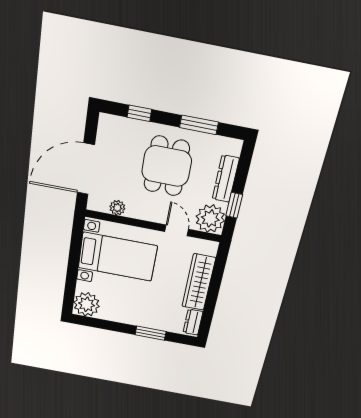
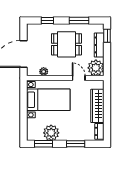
dining table: (167, 166) -> (66, 44), turned 90
window: (234, 205) -> (107, 36), moved
plant: (87, 304) -> (51, 133), moved
window: (99, 323) -> (43, 144), added

